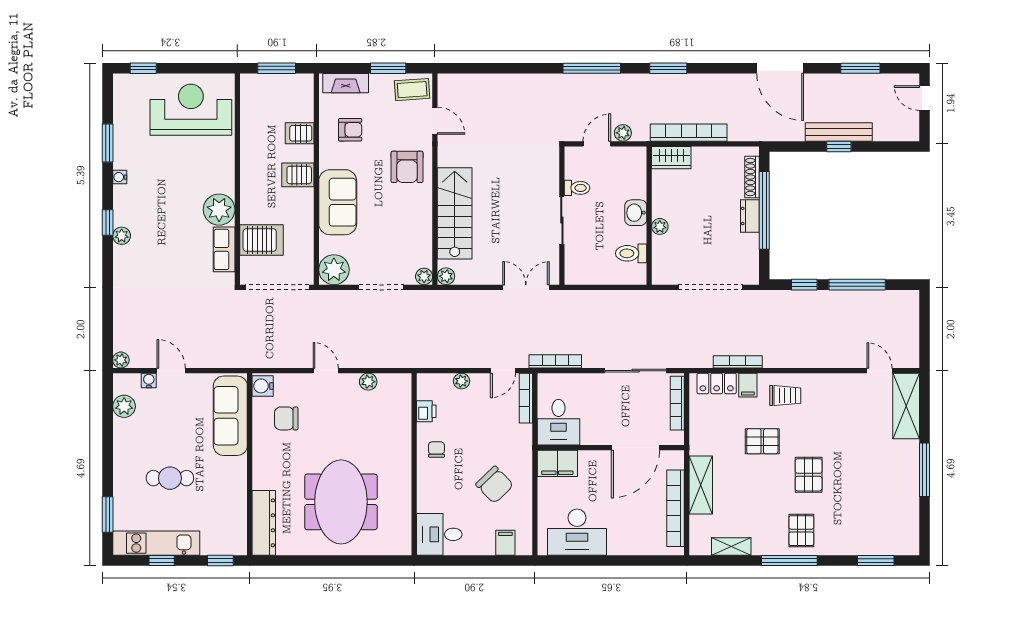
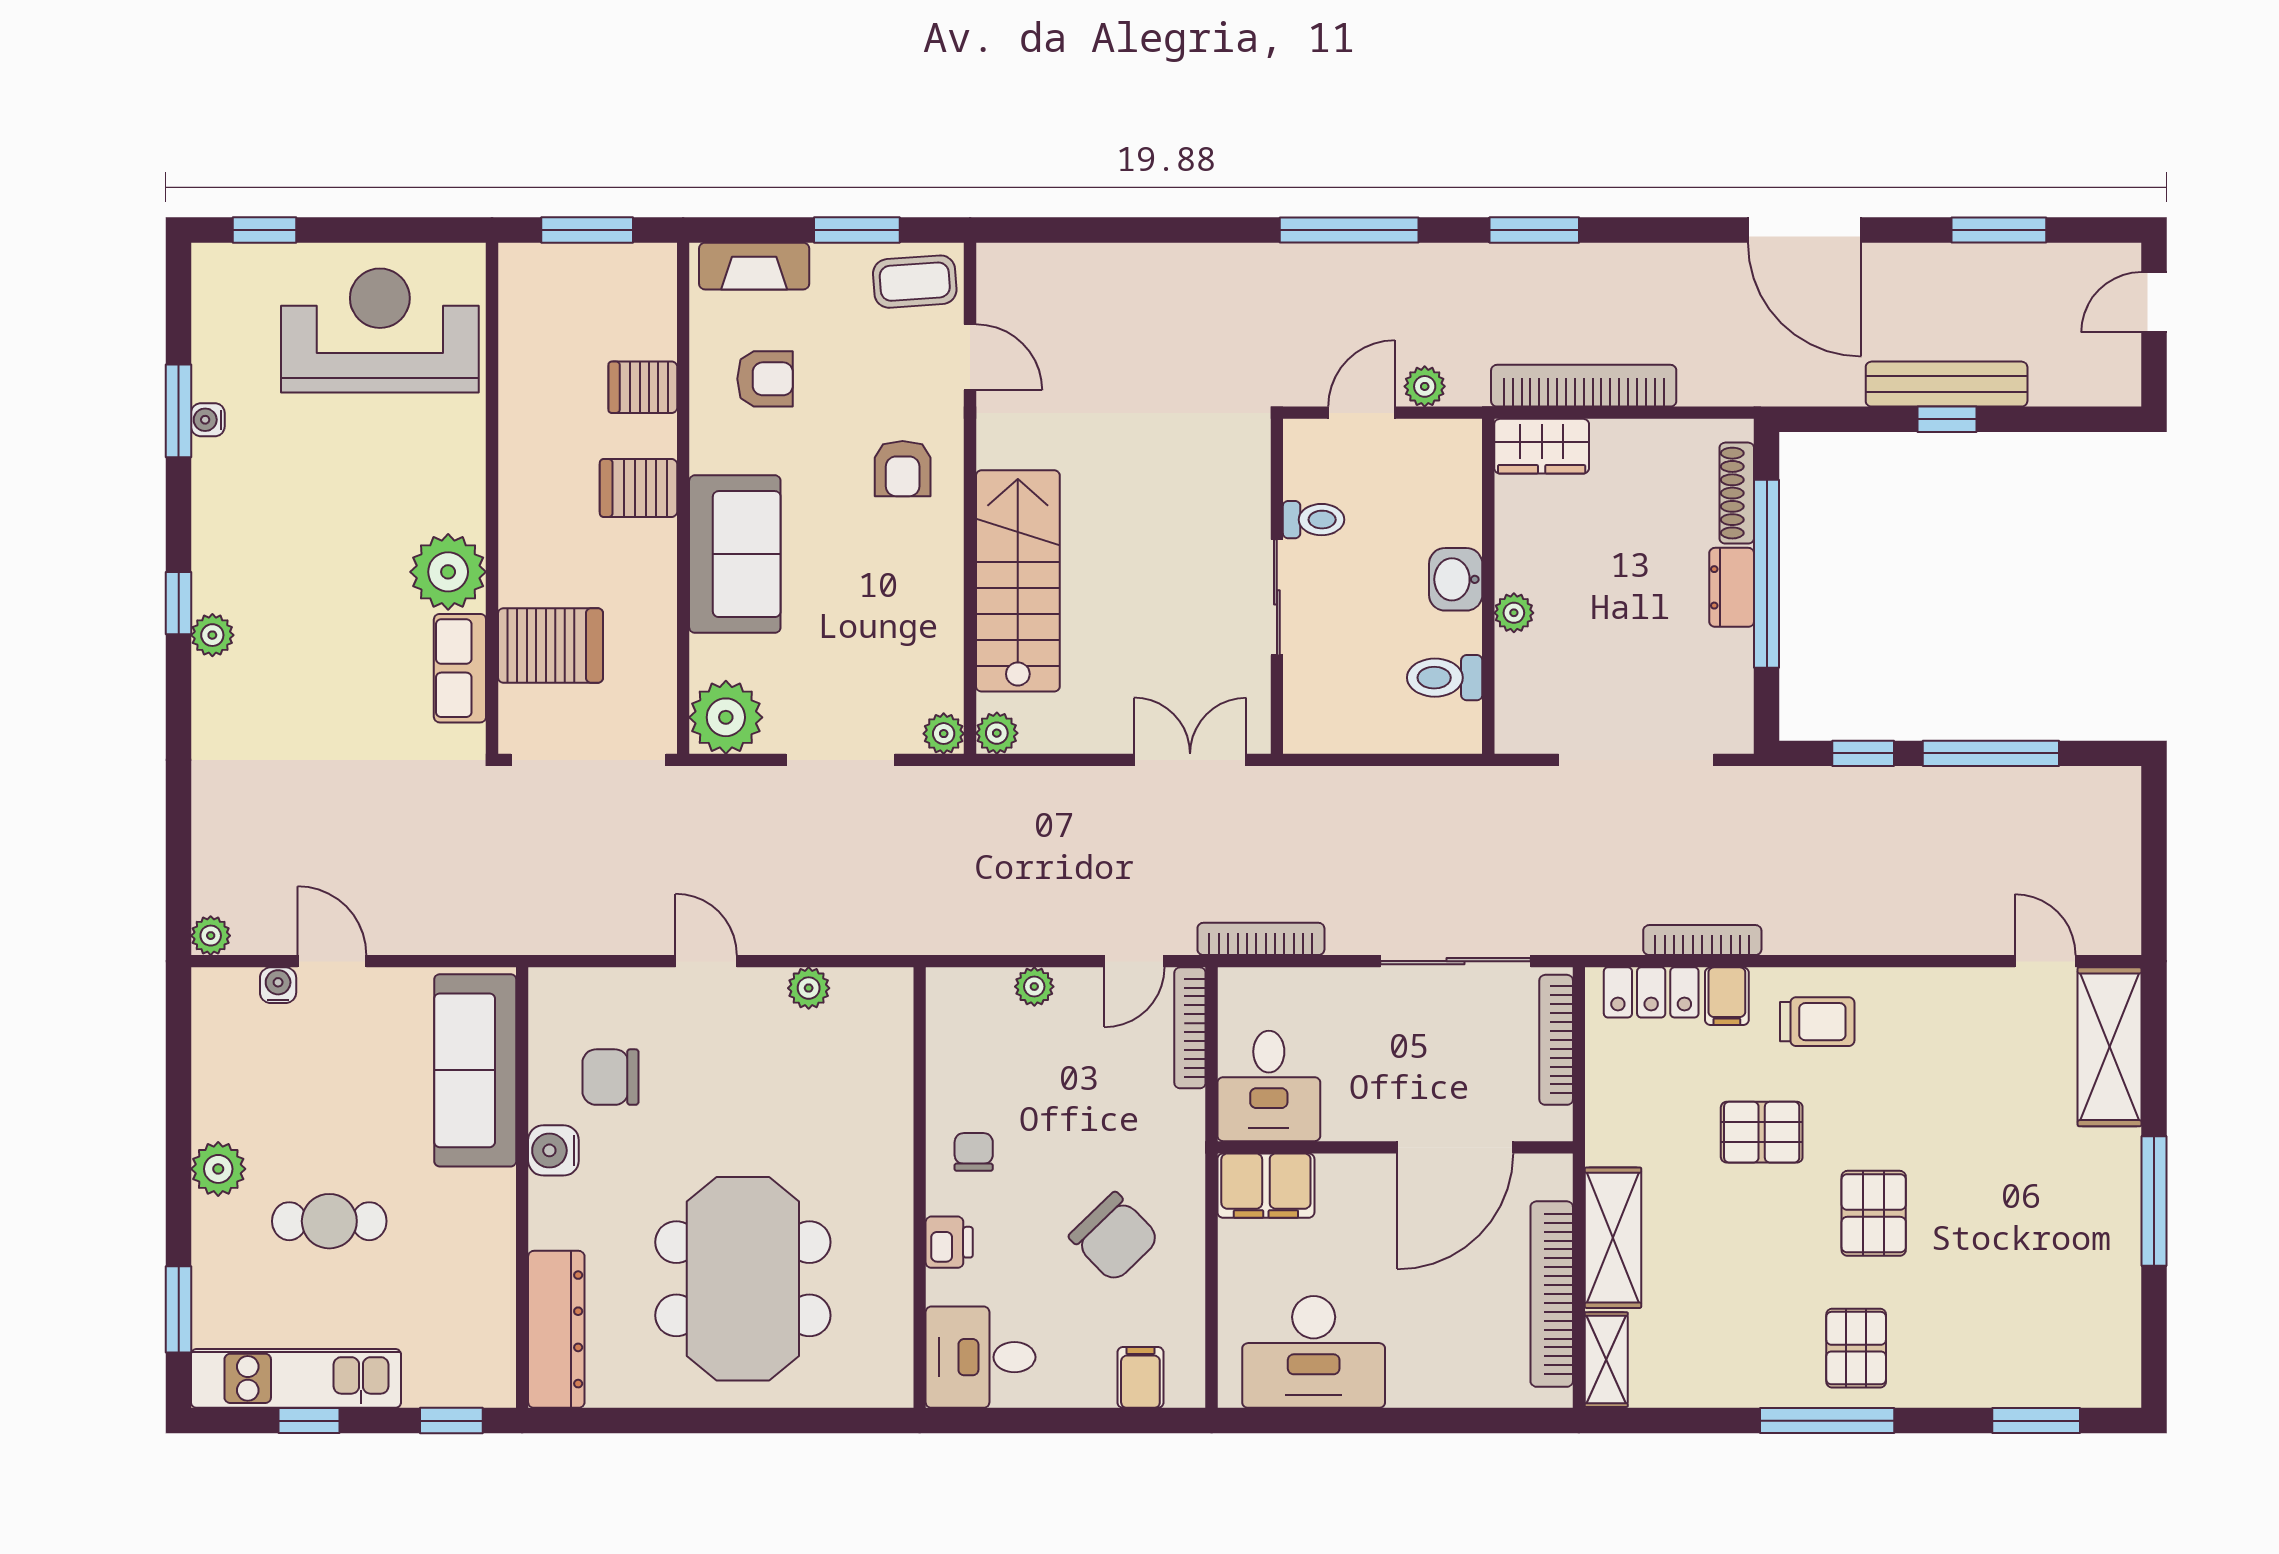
door: (924, 98) -> (2154, 302), hinge flipped
armchair: (407, 167) -> (903, 469), width x0.72, depth x0.72
water cooler: (120, 177) -> (208, 420), moved
water cooler: (263, 386) -> (553, 1150), moved
plant: (124, 406) -> (218, 1169), moved
printer: (426, 411) -> (949, 1242), moved
shelving: (731, 546) -> (1606, 1360), moved, turned 90

